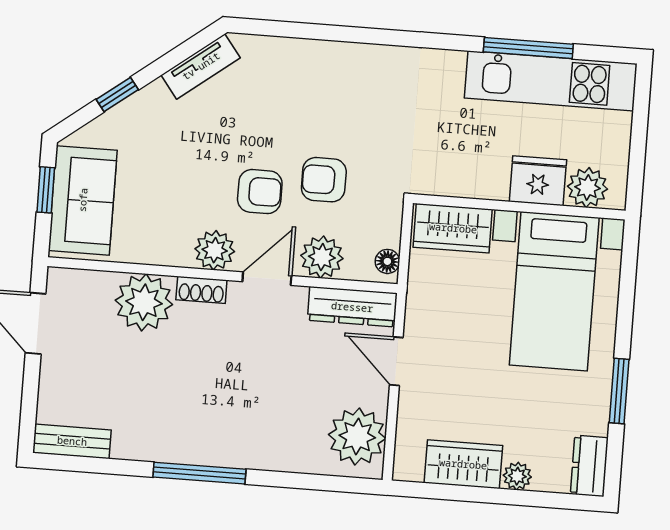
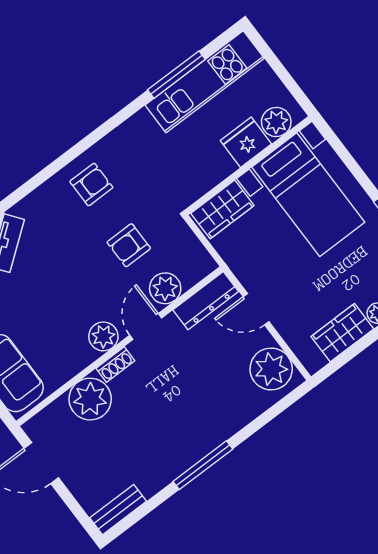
armchair: (260, 192) -> (91, 184), moved
floor lamp: (387, 261) -> (203, 259), removed

